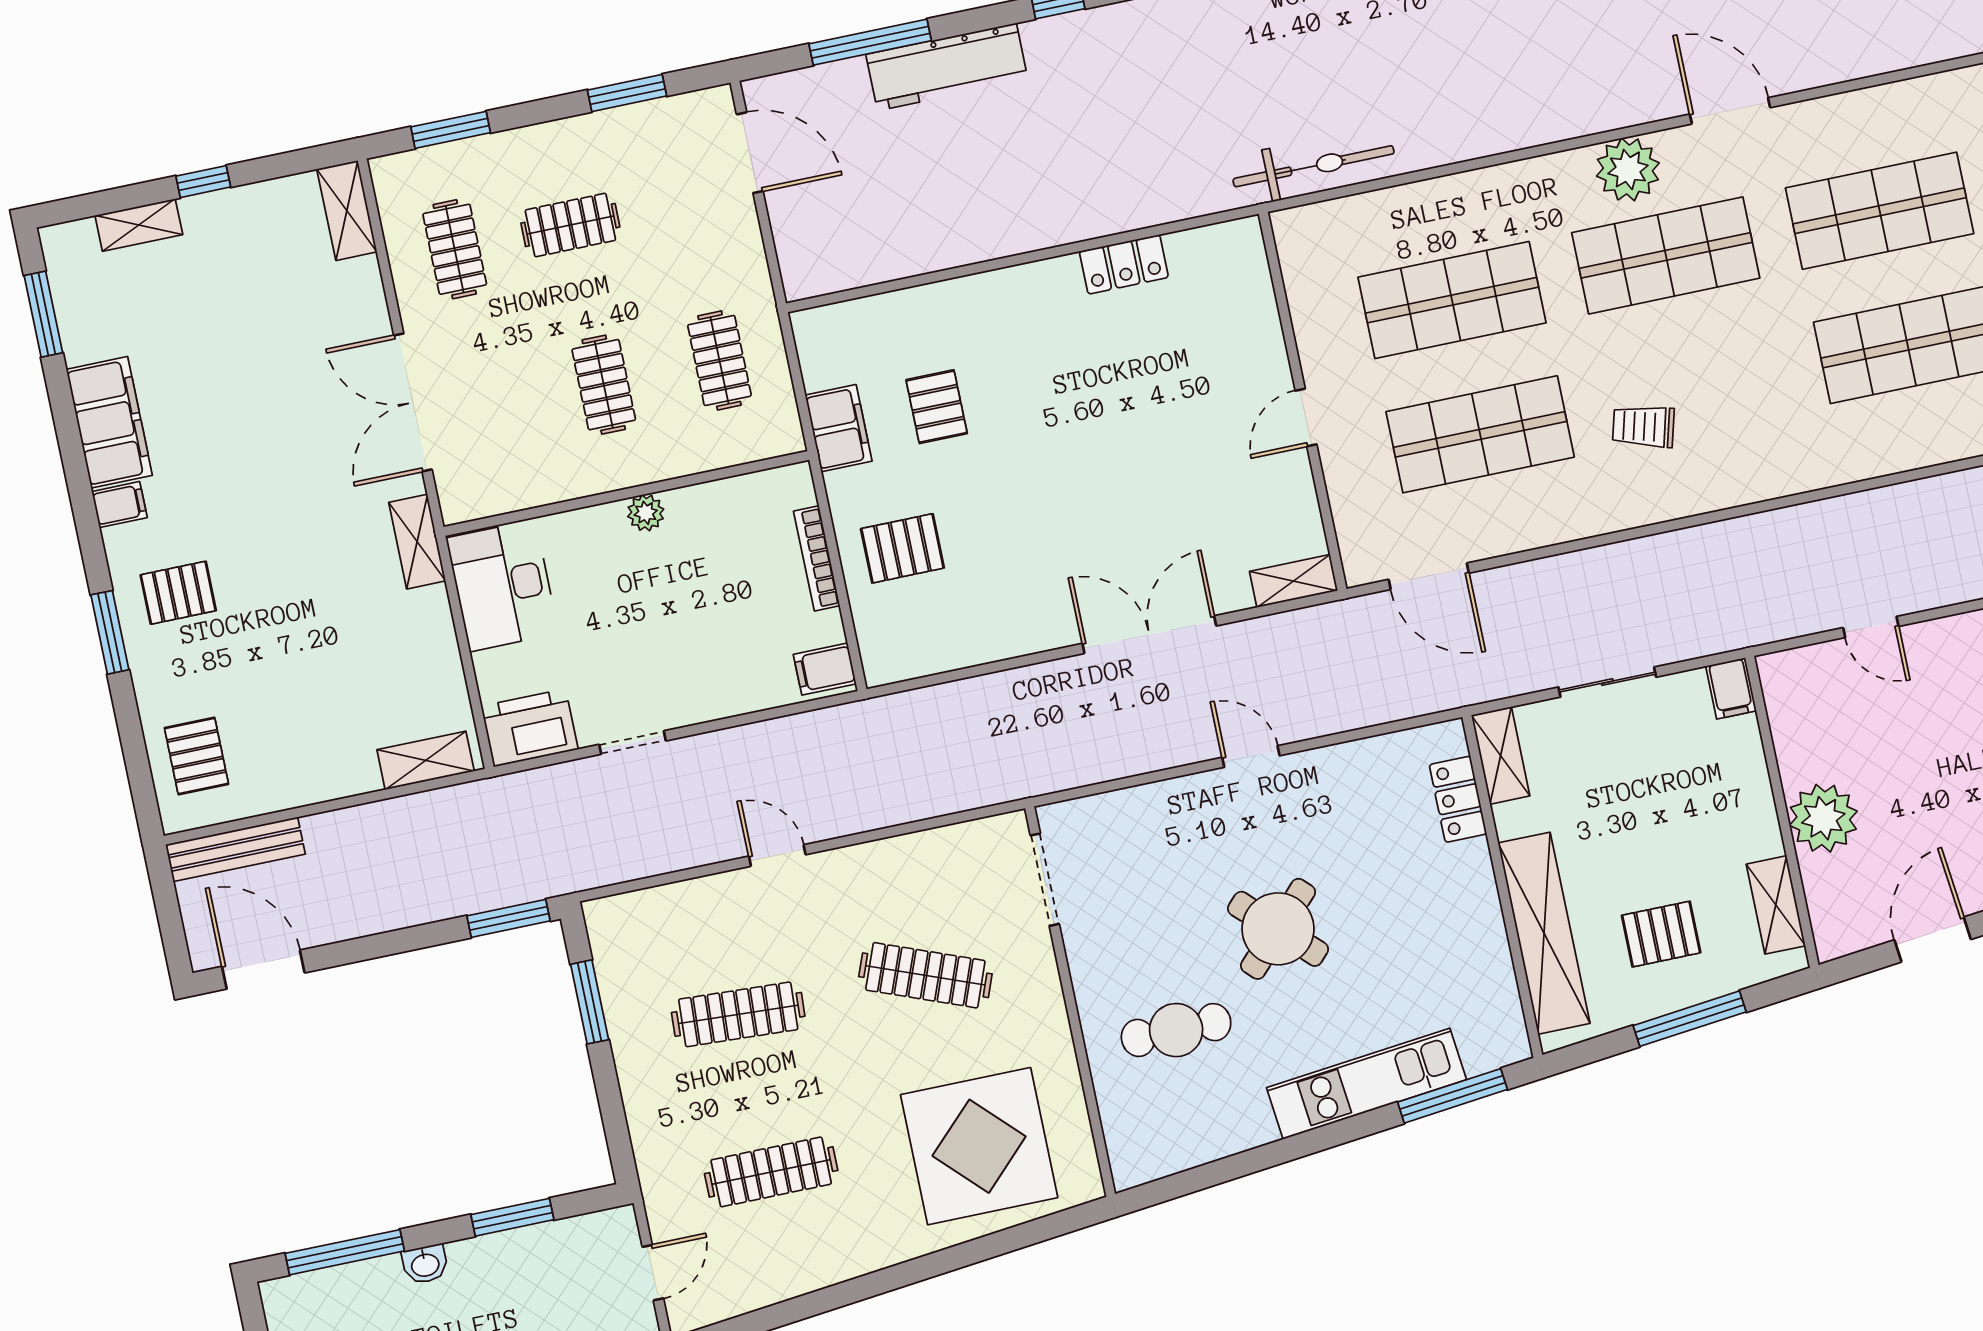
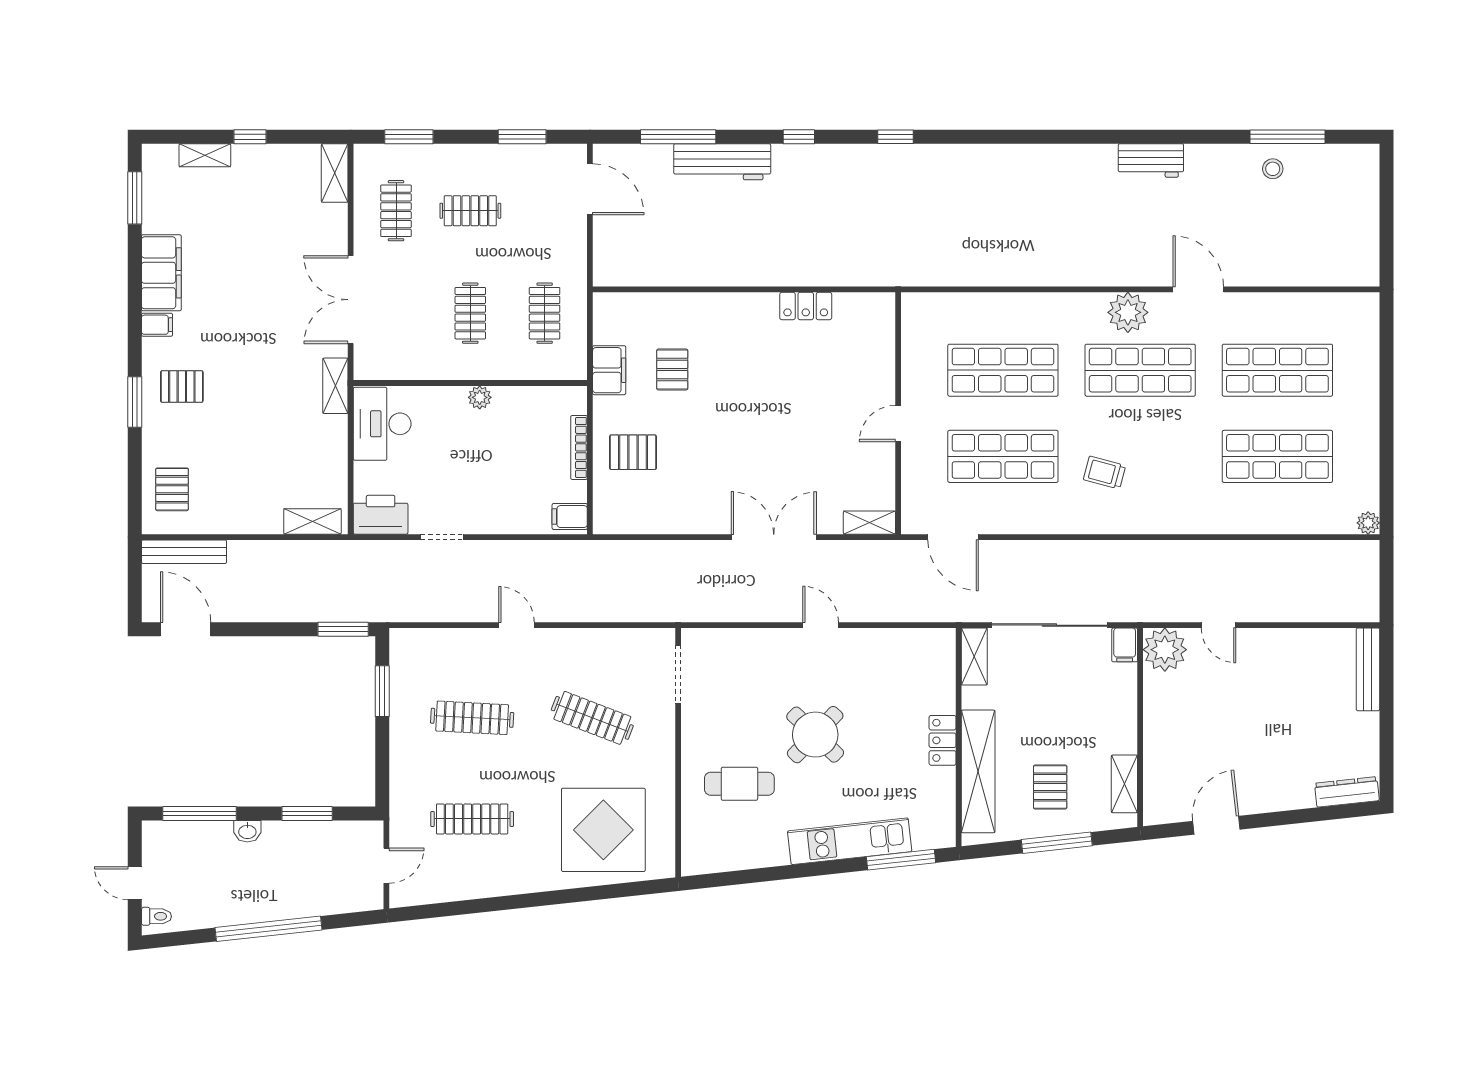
bicycle: (1314, 166) -> (935, 270), removed
sliding door: (1607, 682) -> (1049, 625), width x1.86
locker: (1458, 799) -> (943, 740), moved
plant: (1823, 818) -> (1165, 650), moved
pallet: (1661, 934) -> (1050, 787), turned 90

